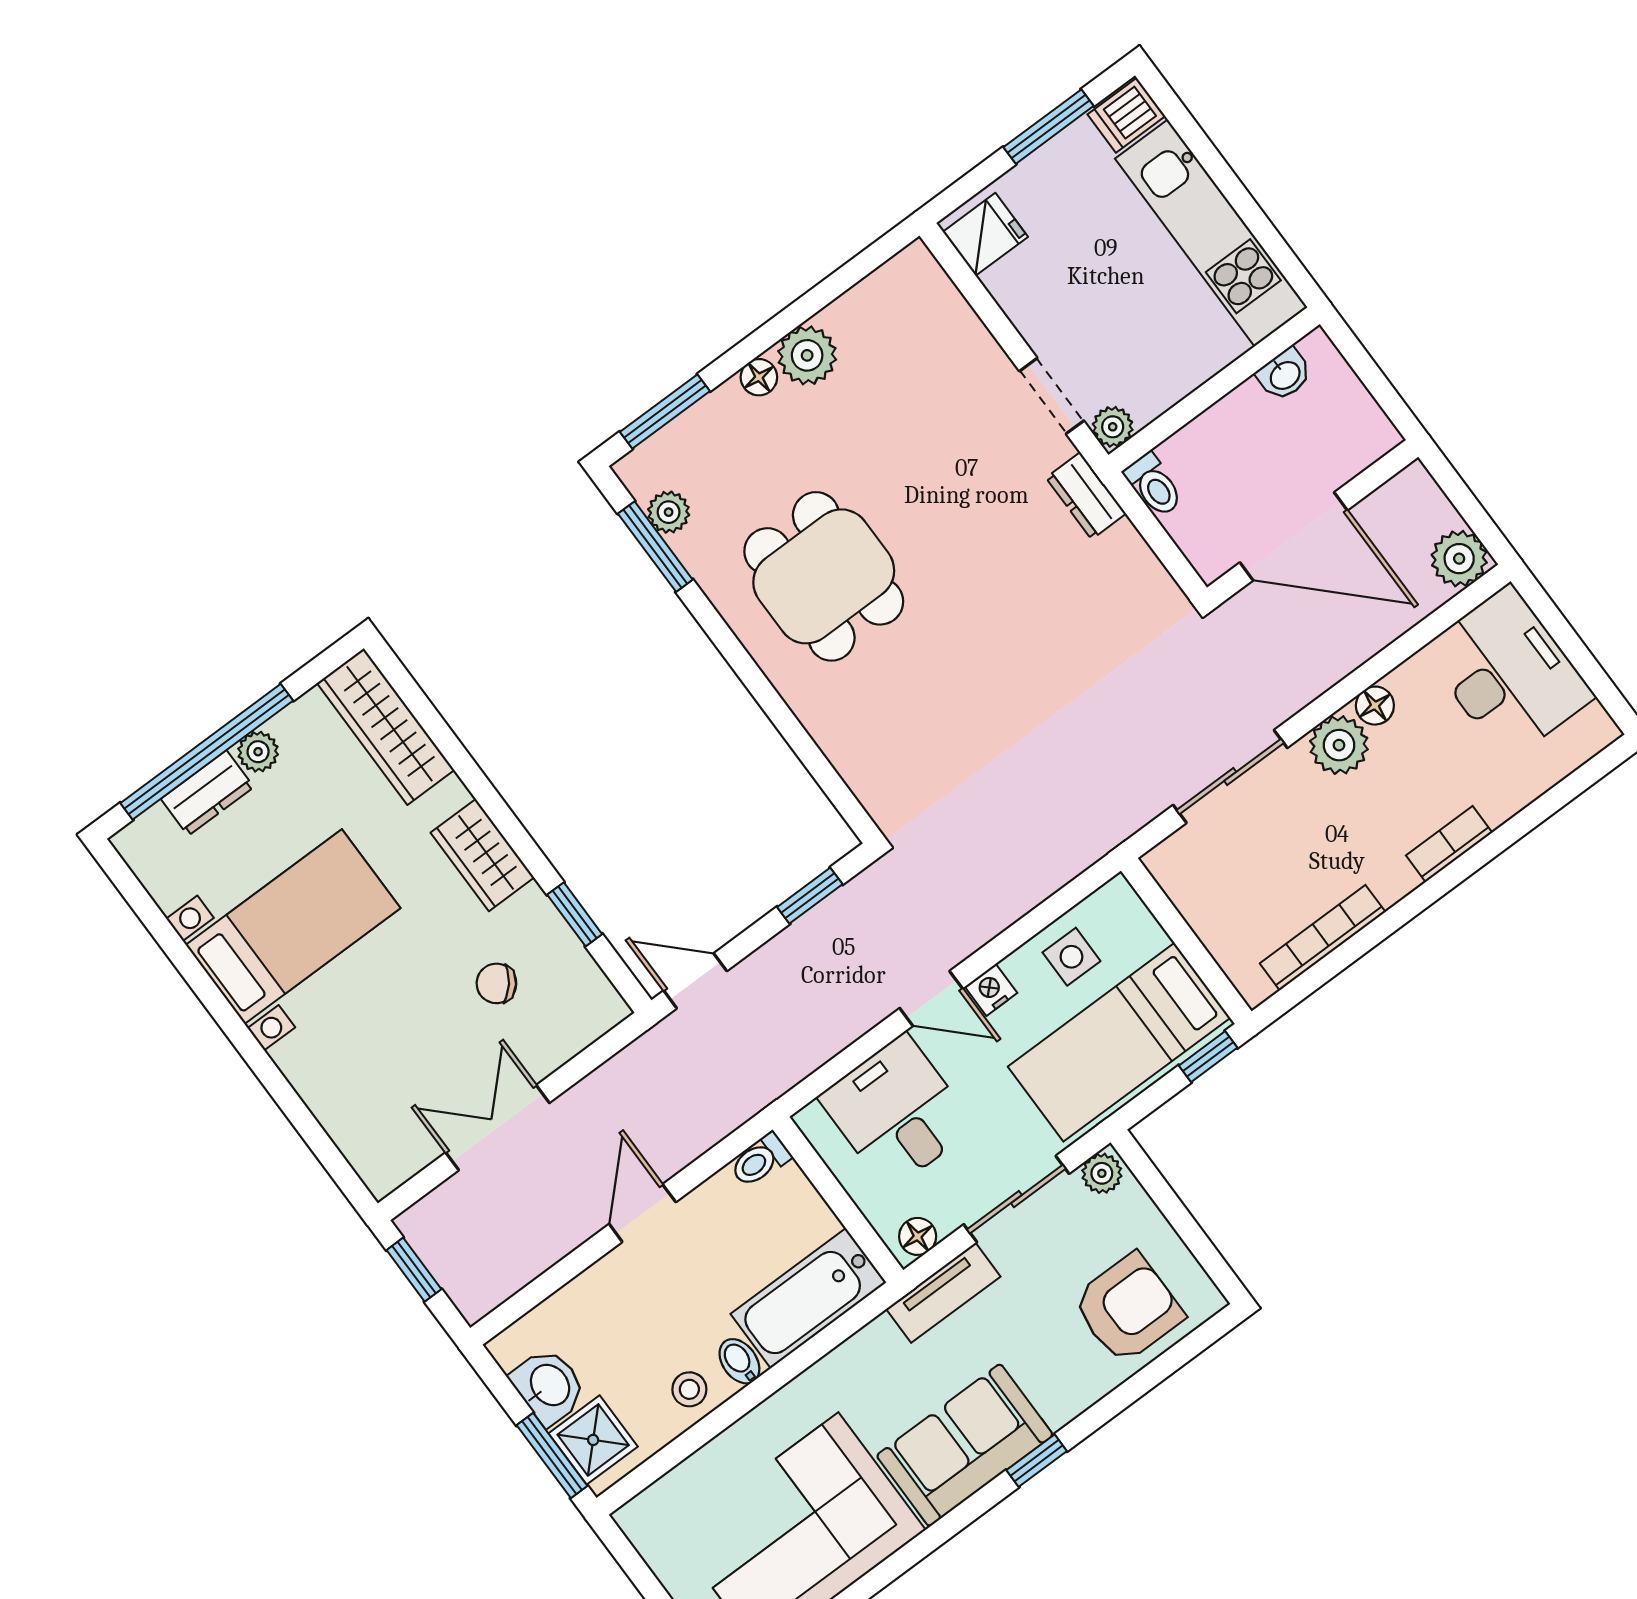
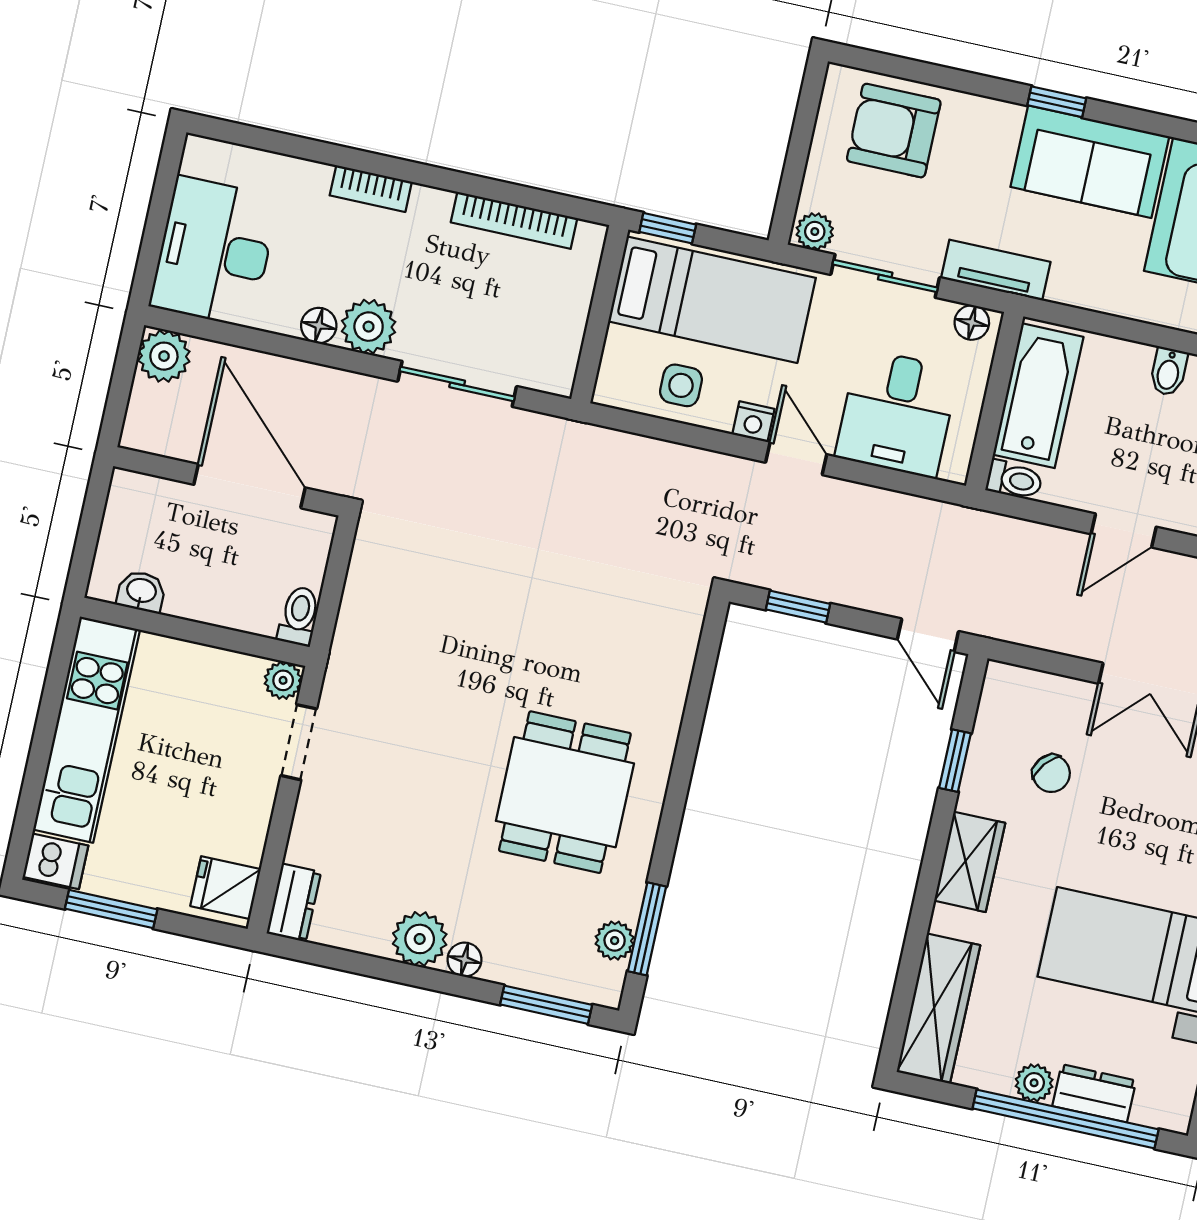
dresser: (1086, 496) -> (294, 903), moved
bathtub: (808, 1298) -> (1038, 396), moved, turned -90

